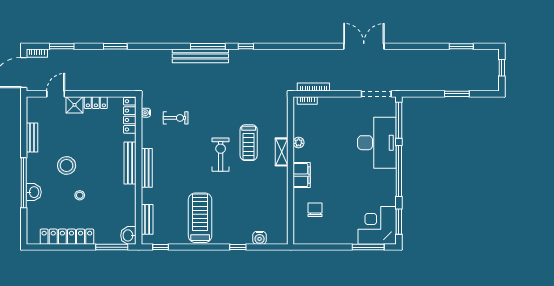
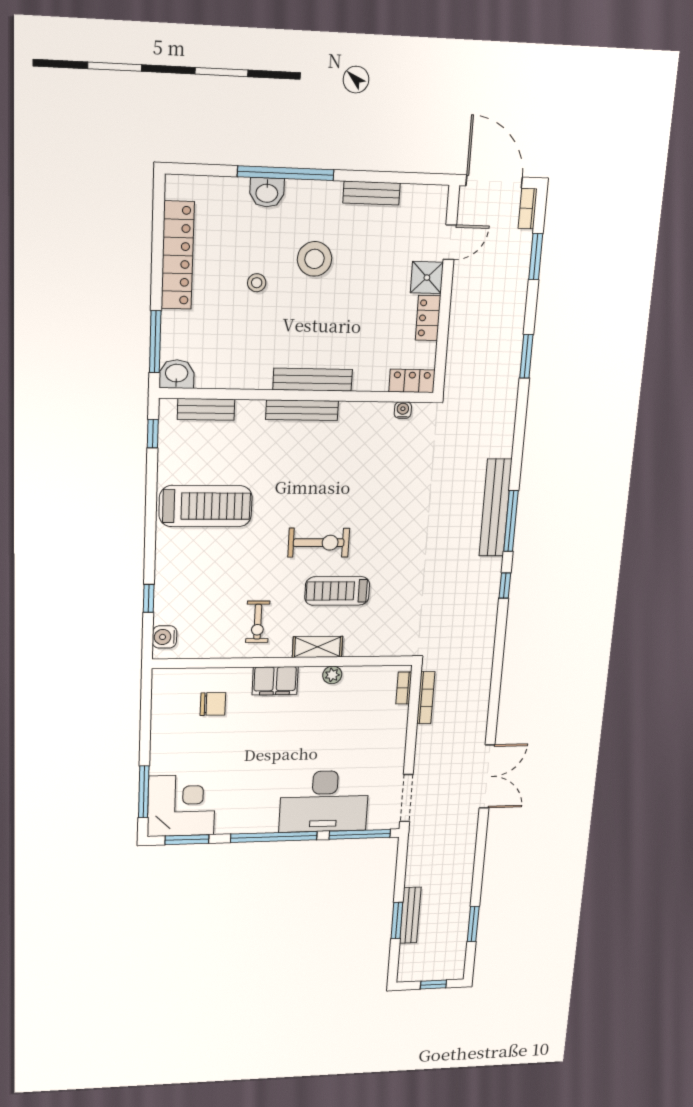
bench: (454, 86) -> (410, 915), added
door: (56, 94) -> (450, 242), hinge flipped
locker: (130, 115) -> (412, 381), width x0.66
exercise bike: (176, 118) -> (258, 622), moved
water cooler: (260, 238) -> (164, 637), moved
window: (238, 247) -> (149, 598), moved

